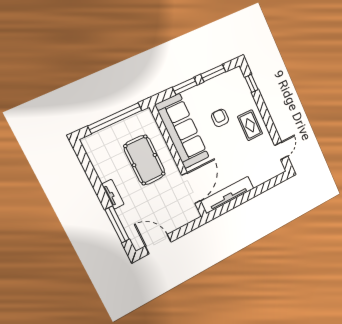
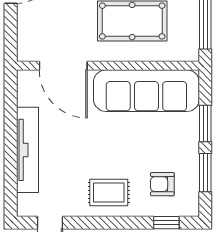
armchair: (220, 118) -> (162, 184), moved, turned 180
tv unit: (227, 195) -> (27, 150), moved

